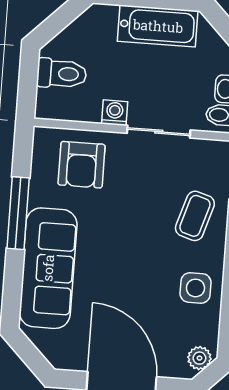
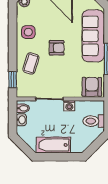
armchair: (82, 165) -> (92, 87), moved
armchair: (134, 247) -> (57, 48), added

